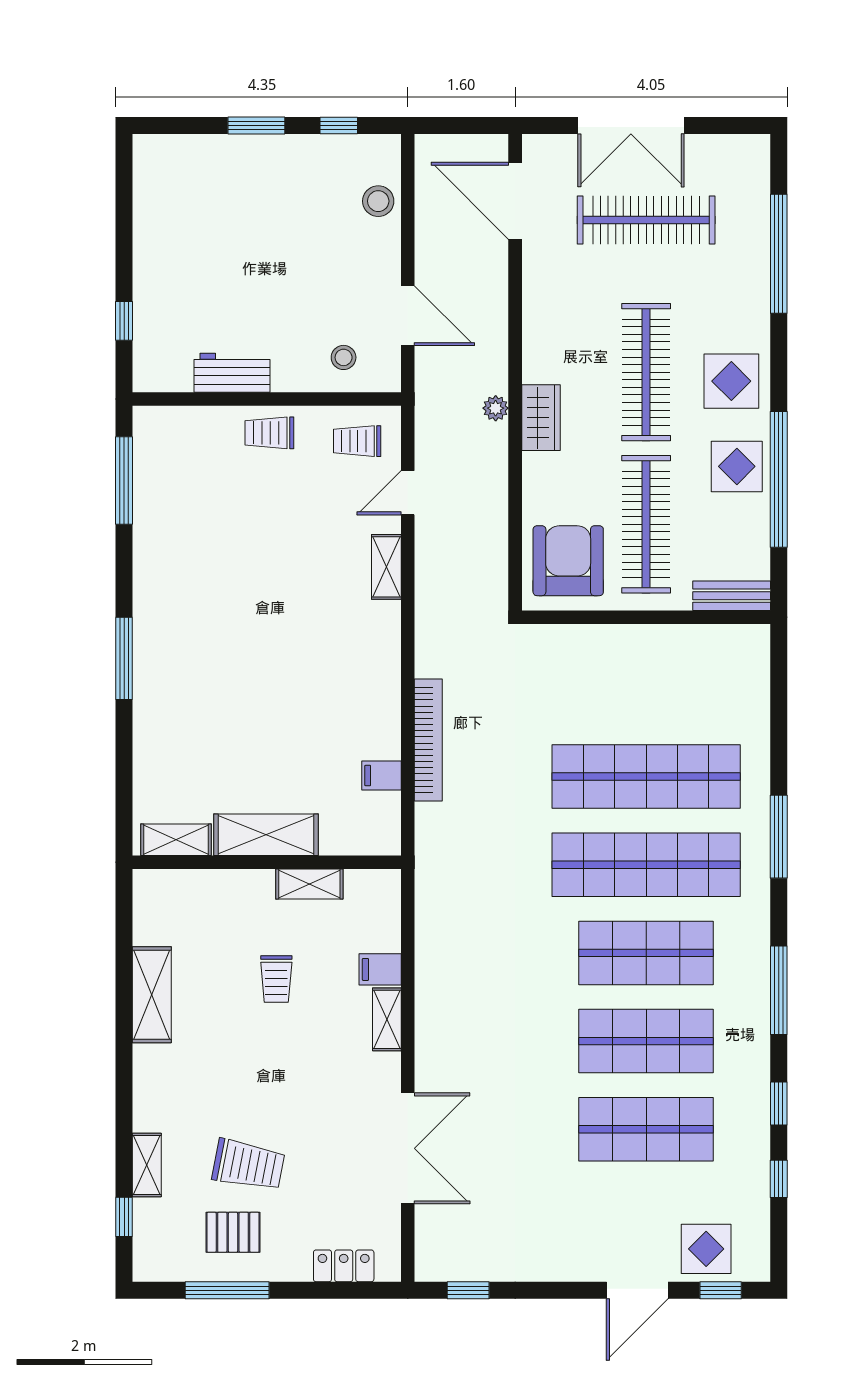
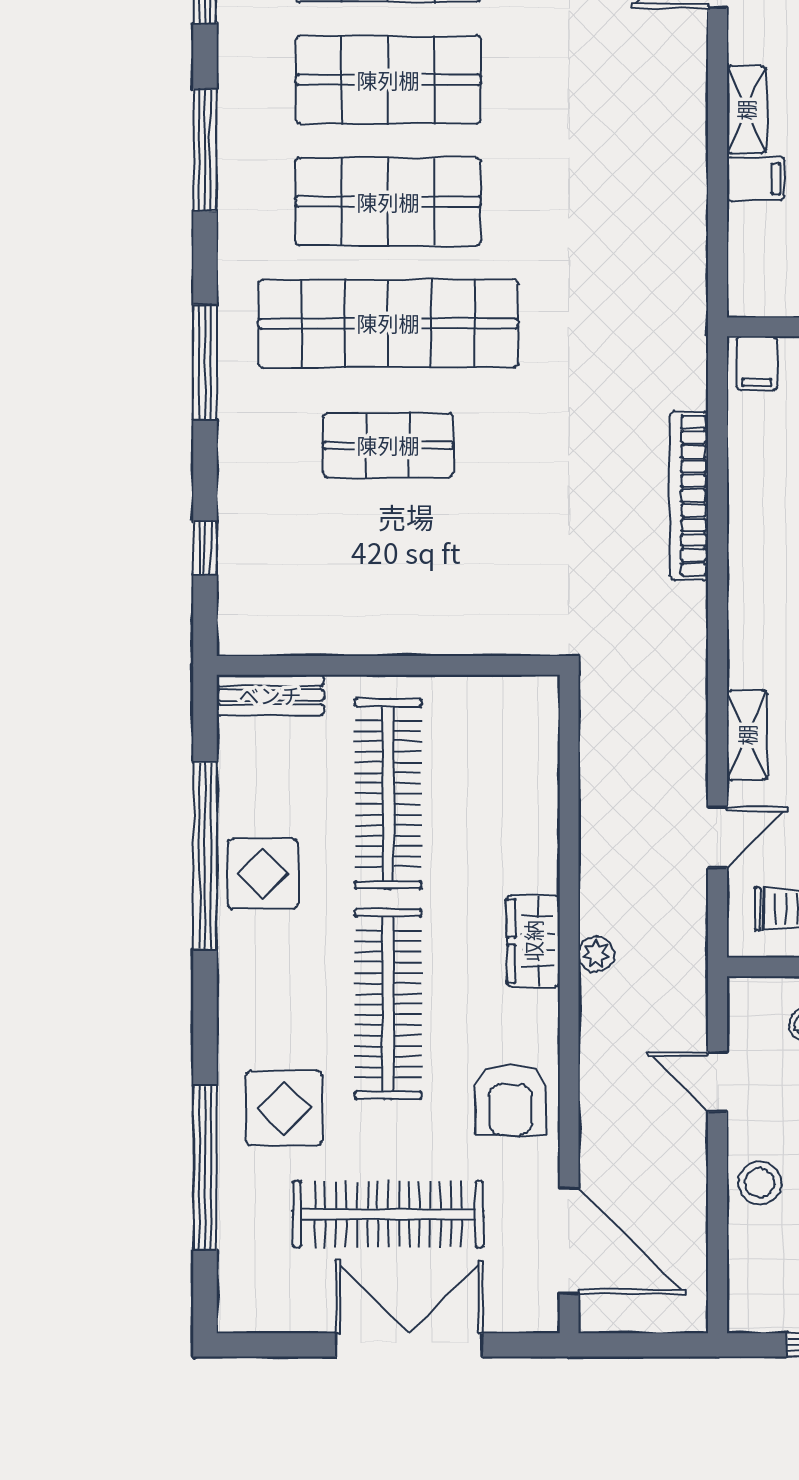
stool: (378, 201) -> (760, 1183), moved
door: (408, 316) -> (717, 1082), width x0.73
display table: (731, 381) -> (284, 1108), moved
armchair: (568, 561) -> (511, 1100), moved, width x0.73, depth x0.73
window: (779, 702) -> (205, 548), added
filing cabinet: (381, 776) -> (757, 363), moved, turned 90
shop shelf: (646, 777) -> (388, 445), width x0.50, depth x0.74

